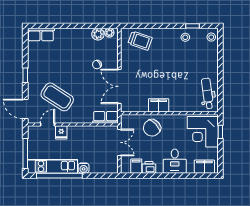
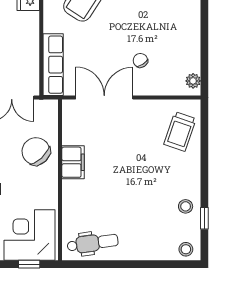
plant: (98, 34) -> (191, 62), removed
row of seats: (106, 117) -> (53, 65), width x1.48

